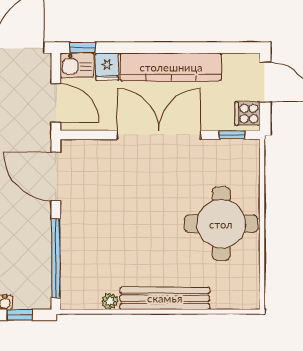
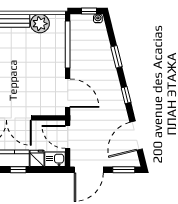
window: (83, 48) -> (18, 170), moved
plant: (110, 301) -> (40, 24), width x1.87, depth x1.87

